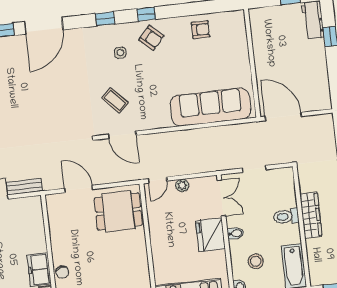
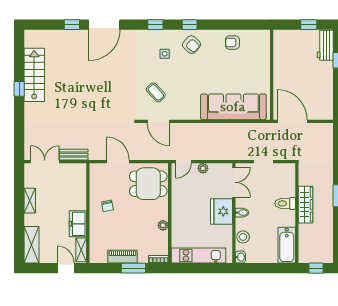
armchair: (200, 30) -> (232, 42), turned 180
plant: (142, 260) -> (163, 225), added
stool: (256, 261) -> (243, 237), moved
chair: (62, 272) -> (107, 206), moved

